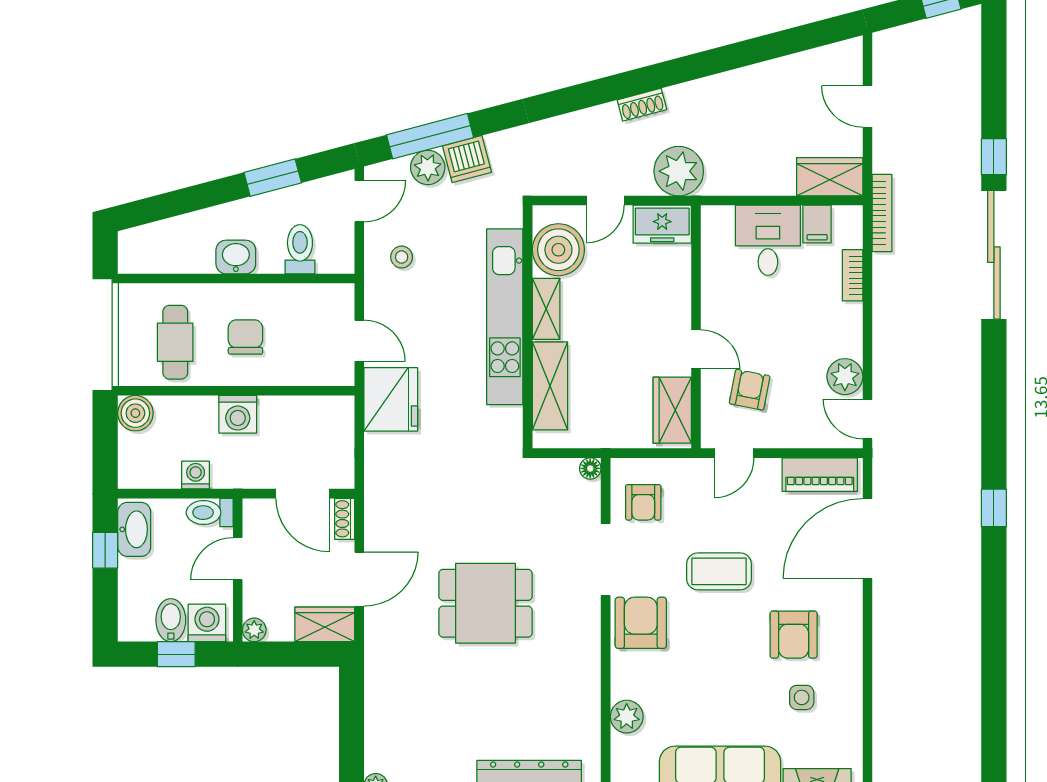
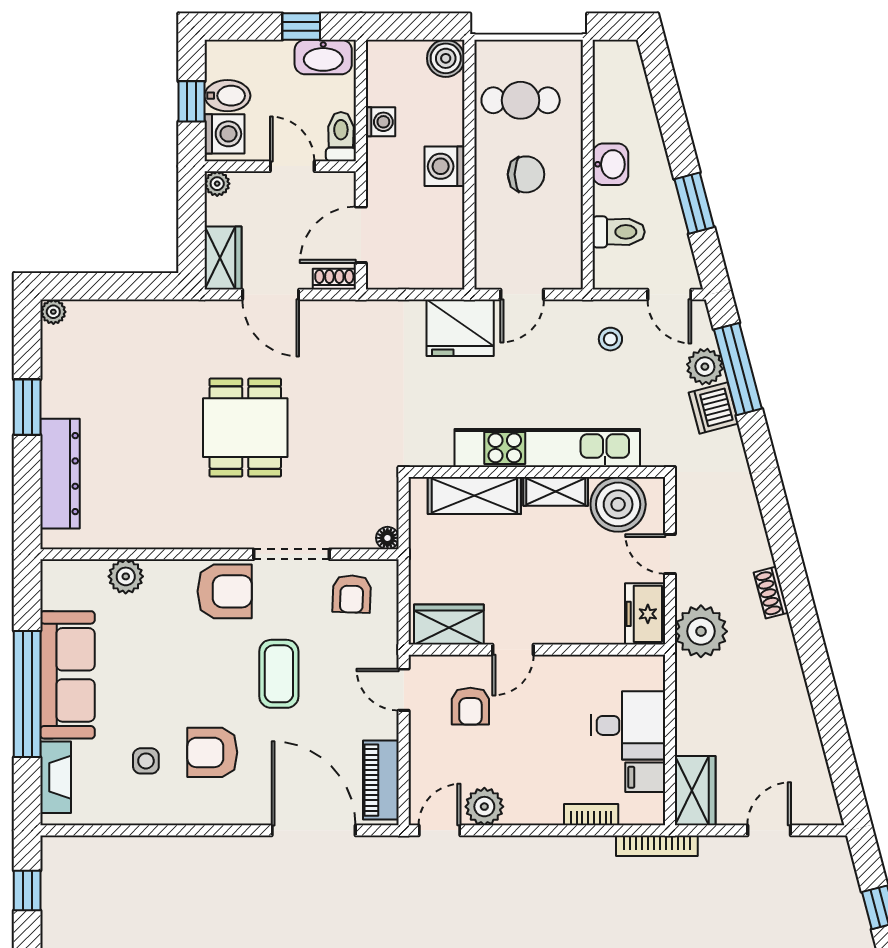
armchair: (750, 390) -> (470, 706), turned 79
armchair: (643, 502) -> (352, 594), turned -88

